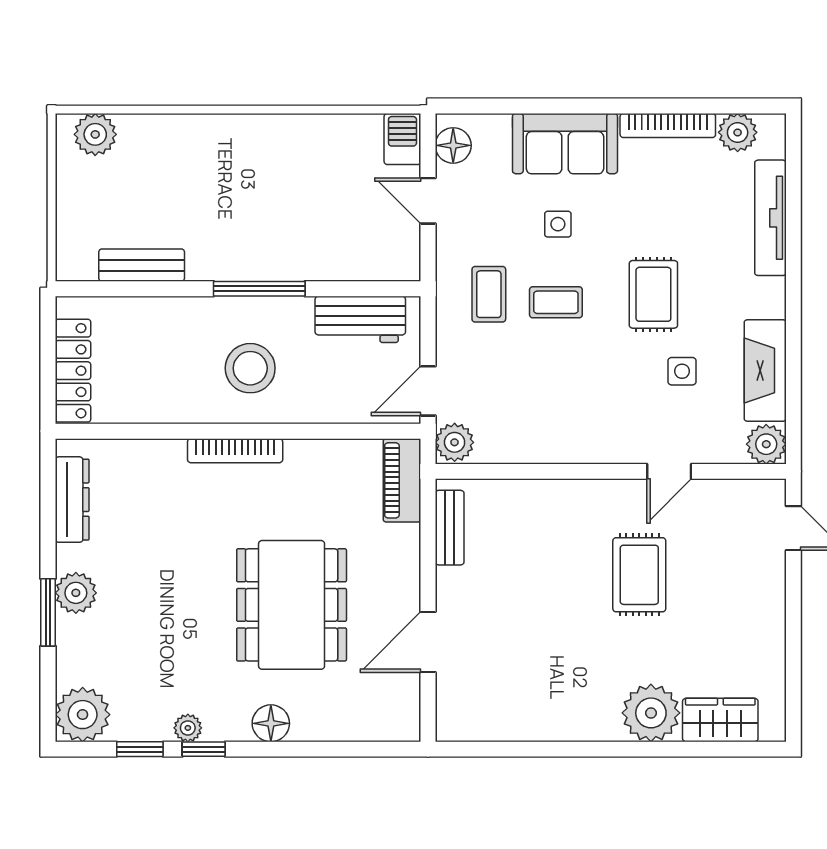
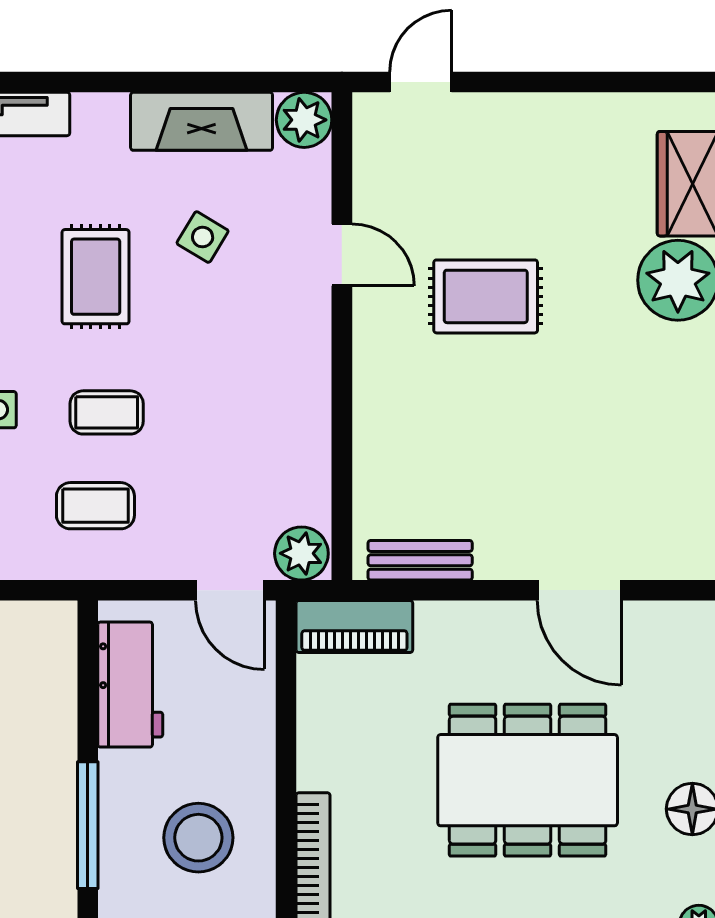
rug: (653, 294) -> (96, 277), turned 90
coffee table: (556, 302) -> (107, 412), turned 90
side table: (682, 371) -> (203, 237), turned 31

